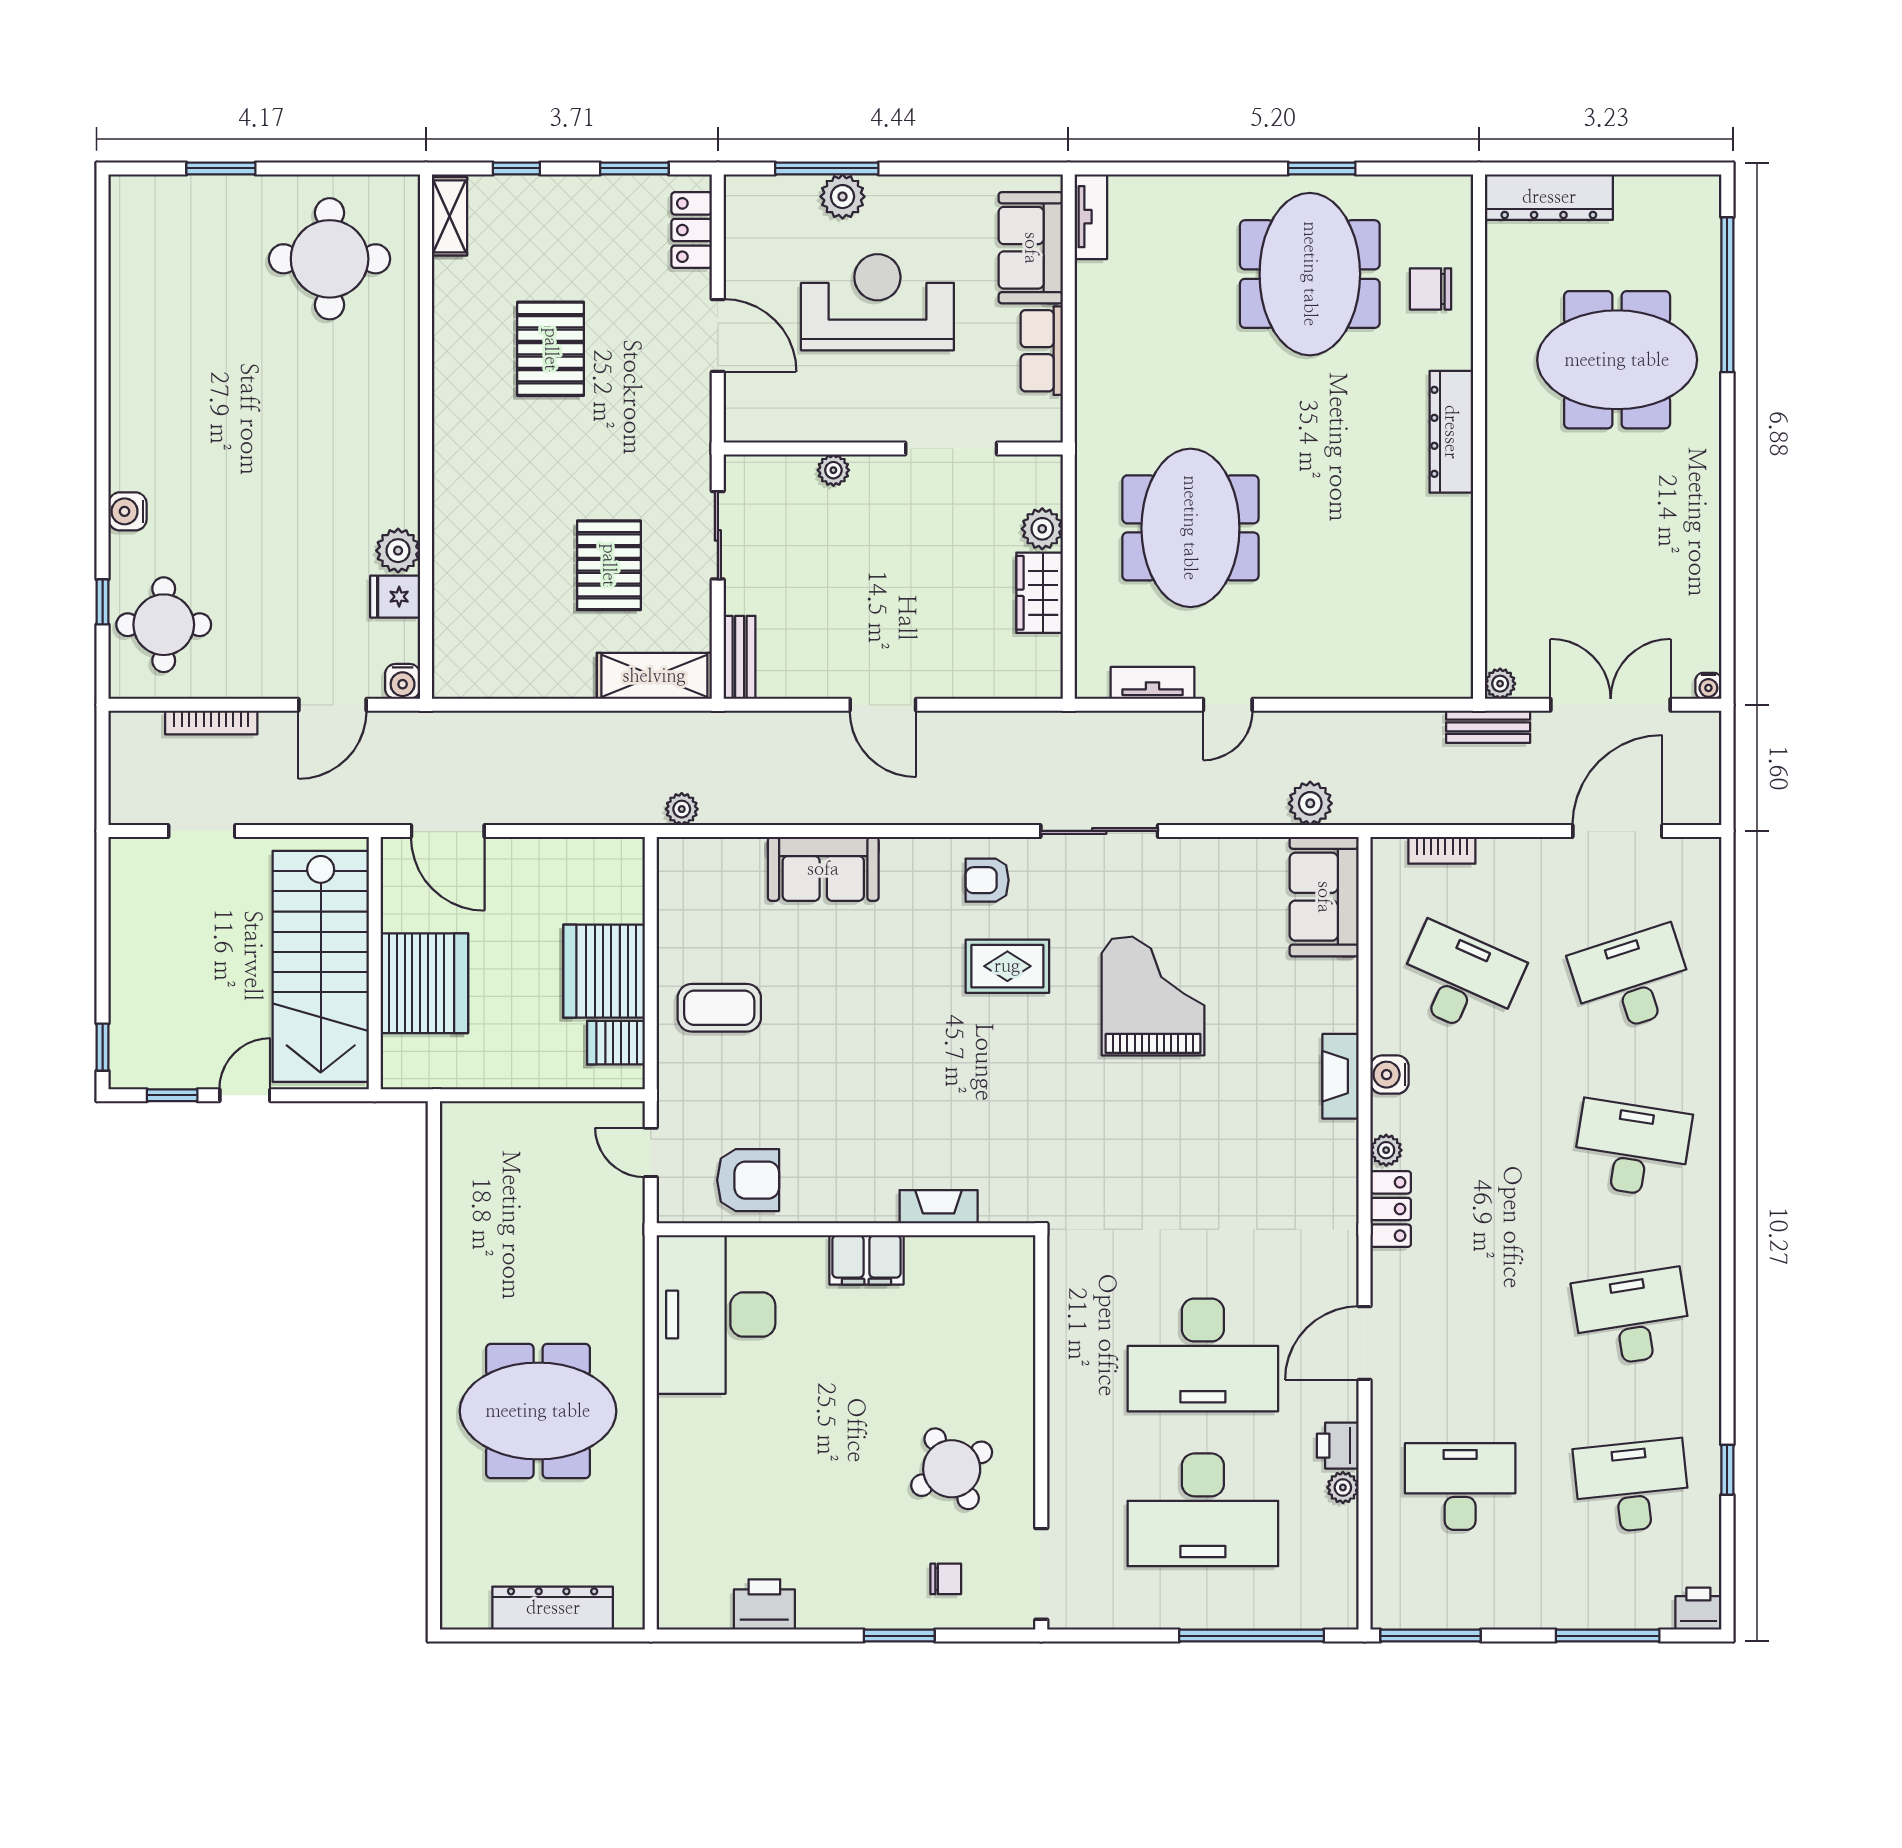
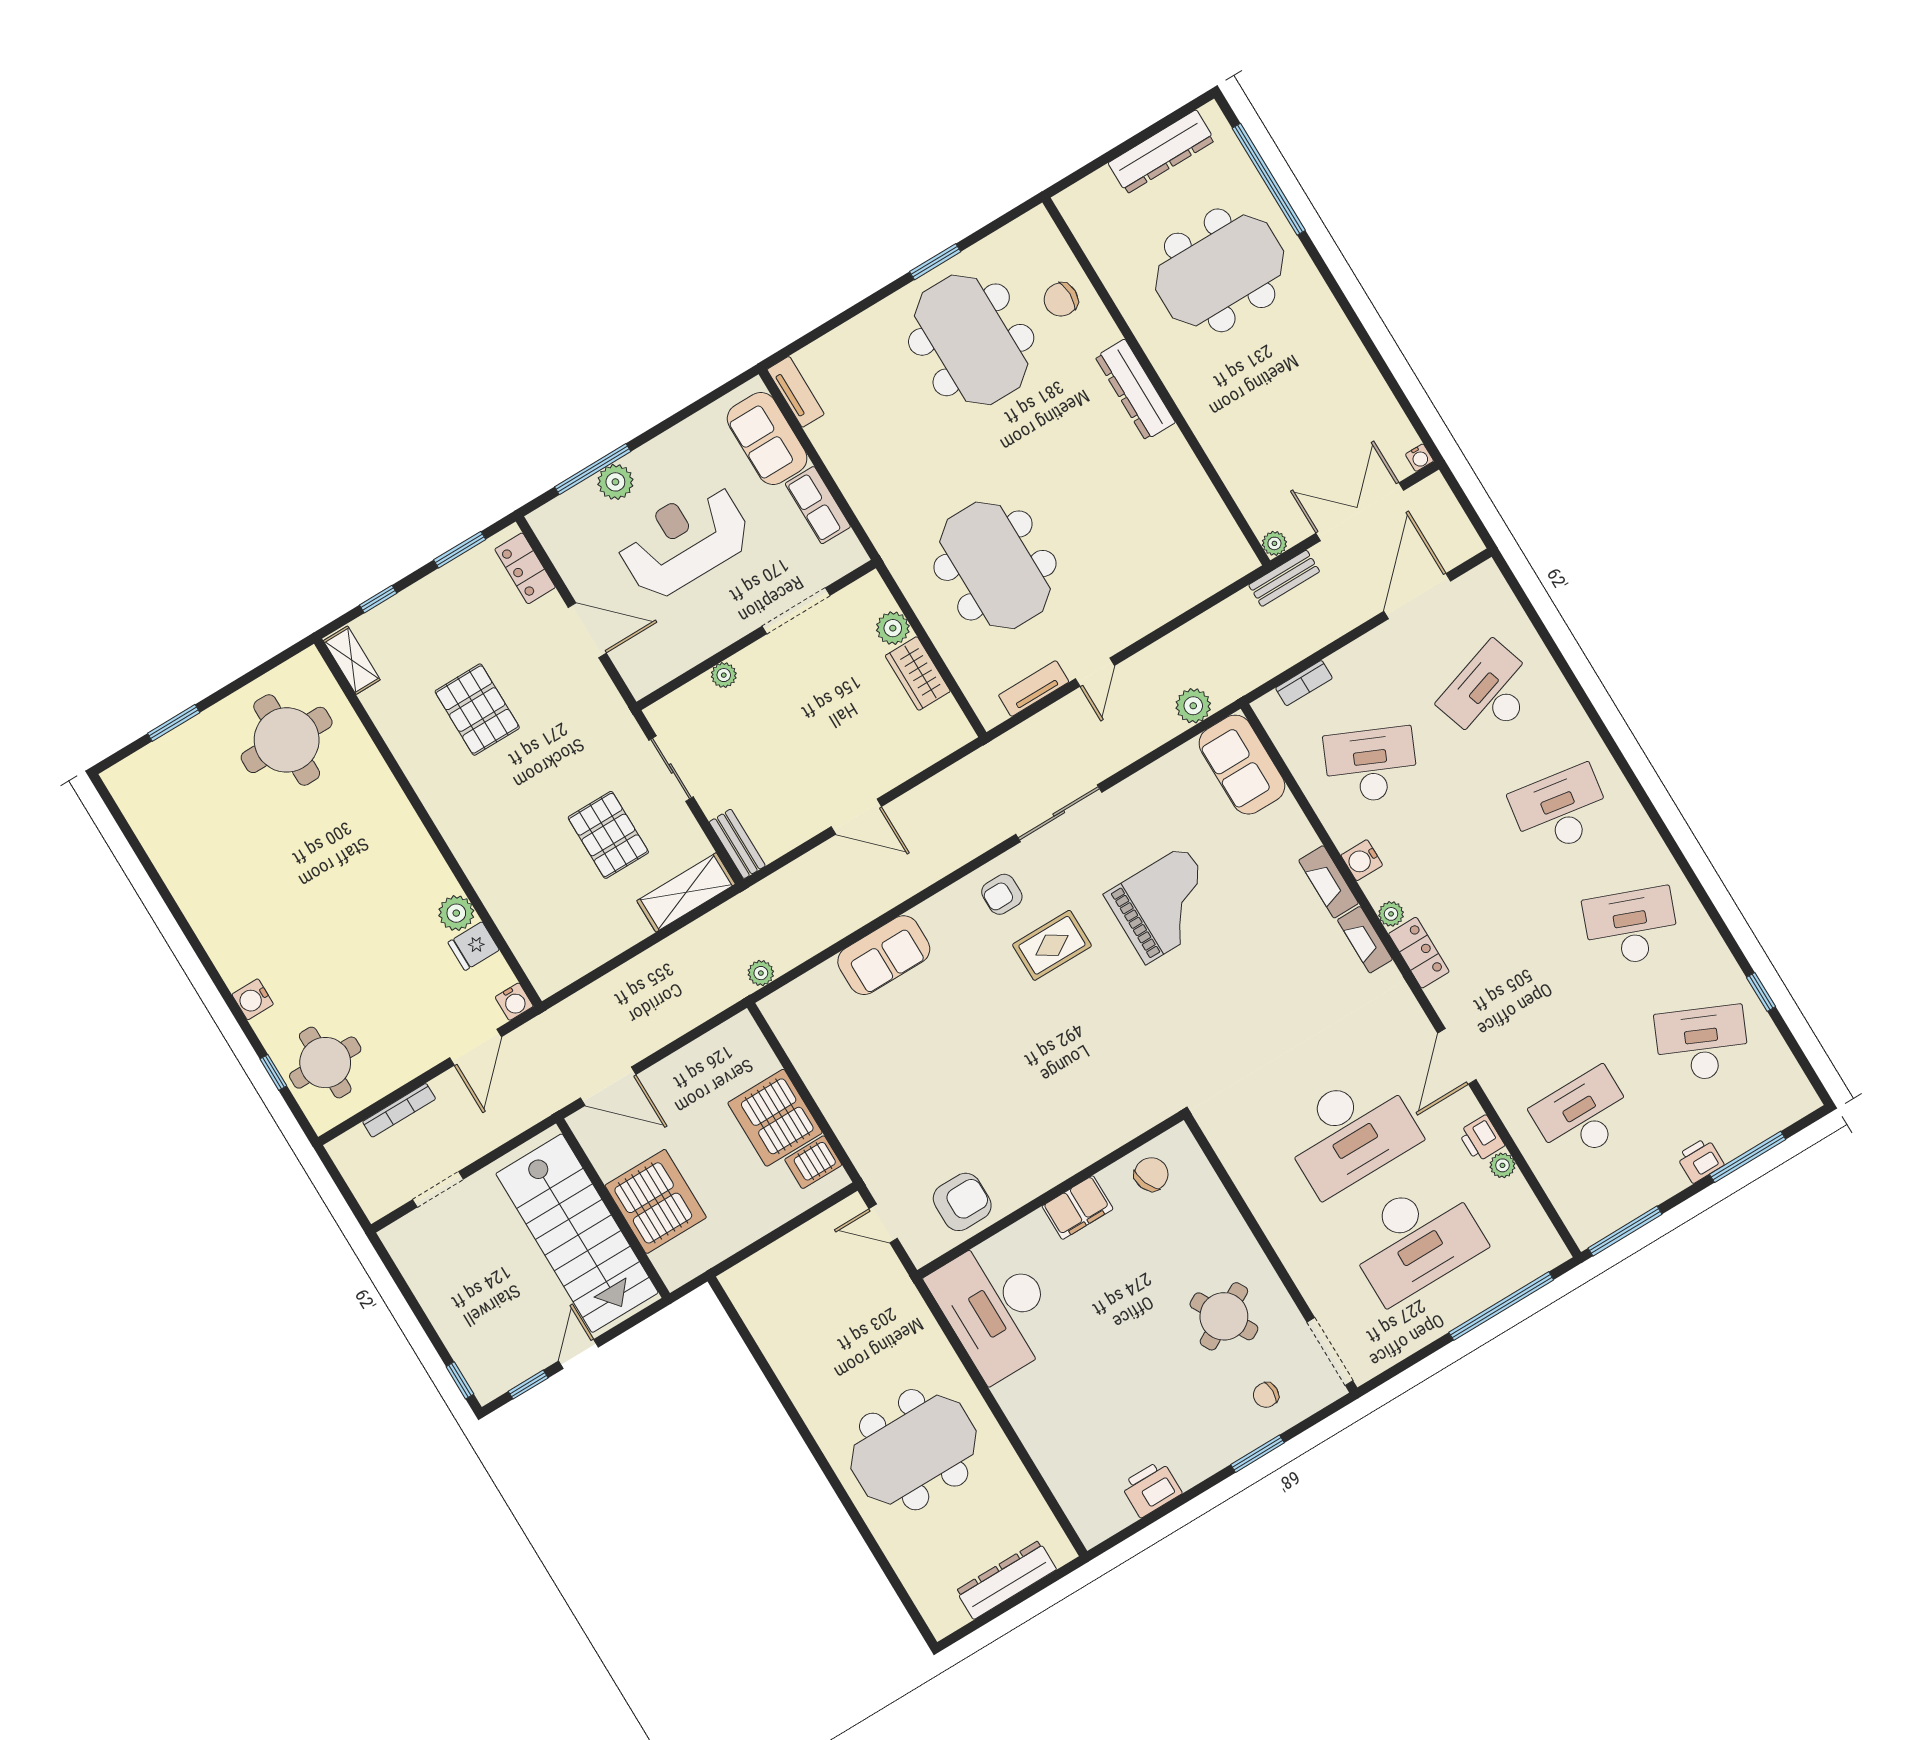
dresser: (1549, 197) -> (1161, 152), moved
grand piano: (1153, 996) -> (1165, 905), turned 90
coffee table: (719, 1008) -> (870, 1095), removed
fireplace: (939, 1207) -> (1365, 940), moved, turned -90
chair: (966, 1272) -> (1151, 1174), added
desk: (1632, 1318) -> (1631, 927), turned 30
desk: (1632, 1487) -> (1702, 1044), turned 30
chair: (946, 1579) -> (1266, 1395), turned 180
printer: (1698, 1609) -> (1700, 1160), moved

